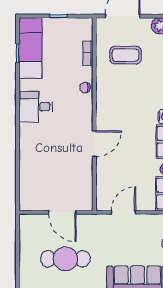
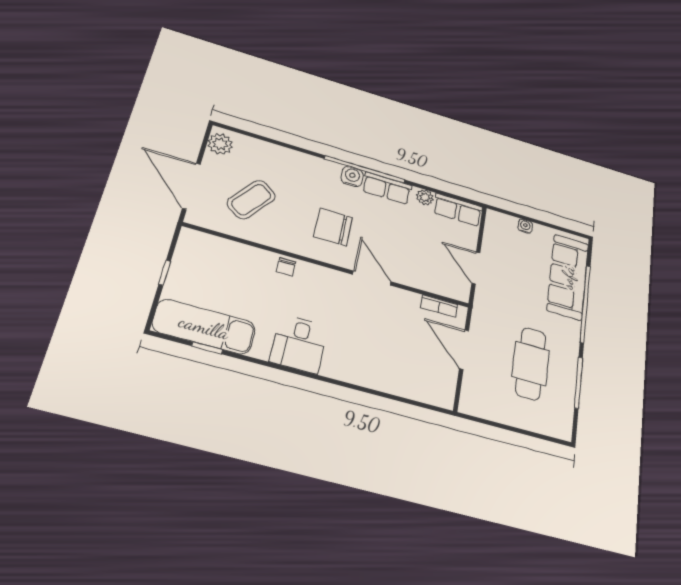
bookcase: (88, 53) -> (439, 306), moved
coffee table: (126, 55) -> (251, 200), turned 36
chair: (123, 111) -> (333, 227), added
door: (62, 212) -> (464, 349), swing flipped

